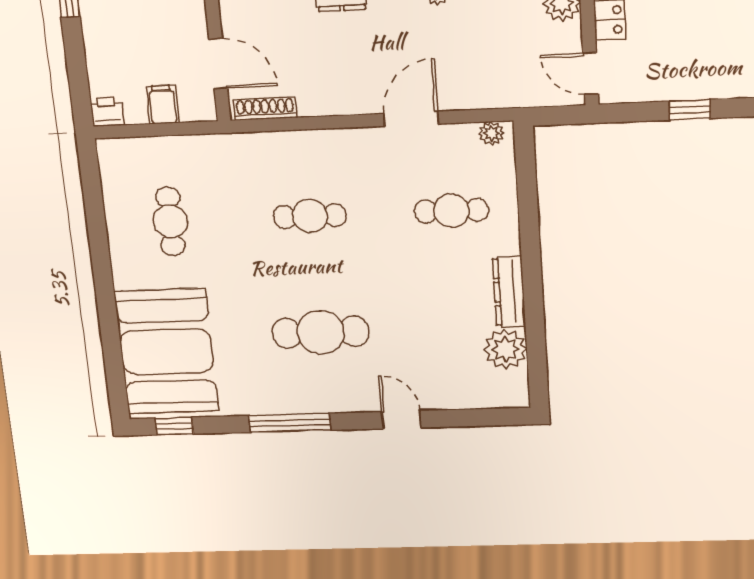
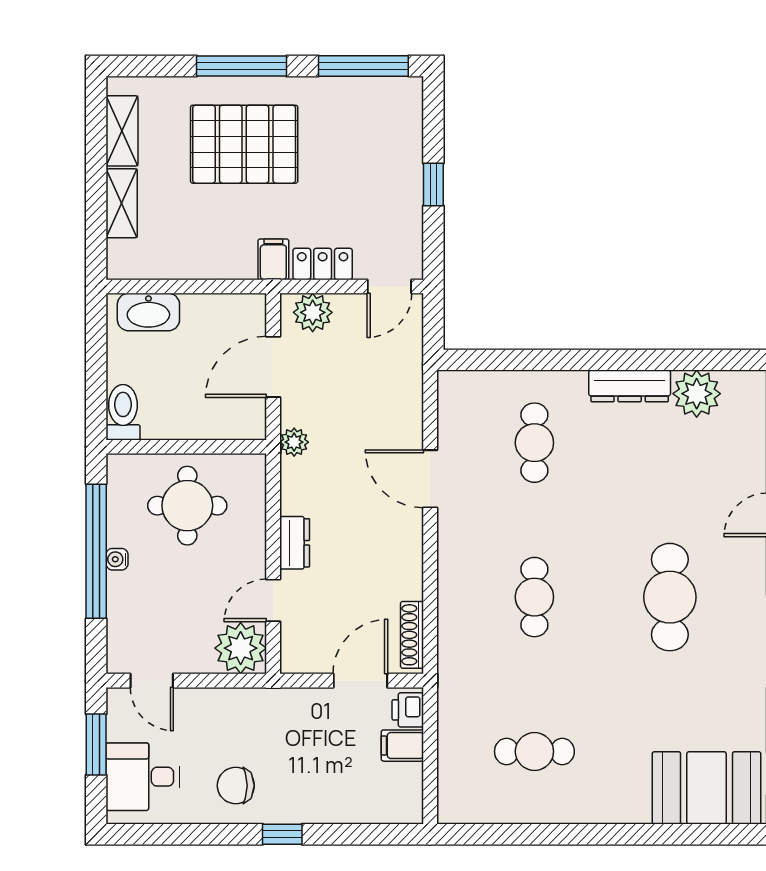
printer: (107, 112) -> (408, 710), moved
plant: (491, 133) -> (450, 394), removed
booth: (167, 352) -> (707, 788), width x0.73, depth x0.70

